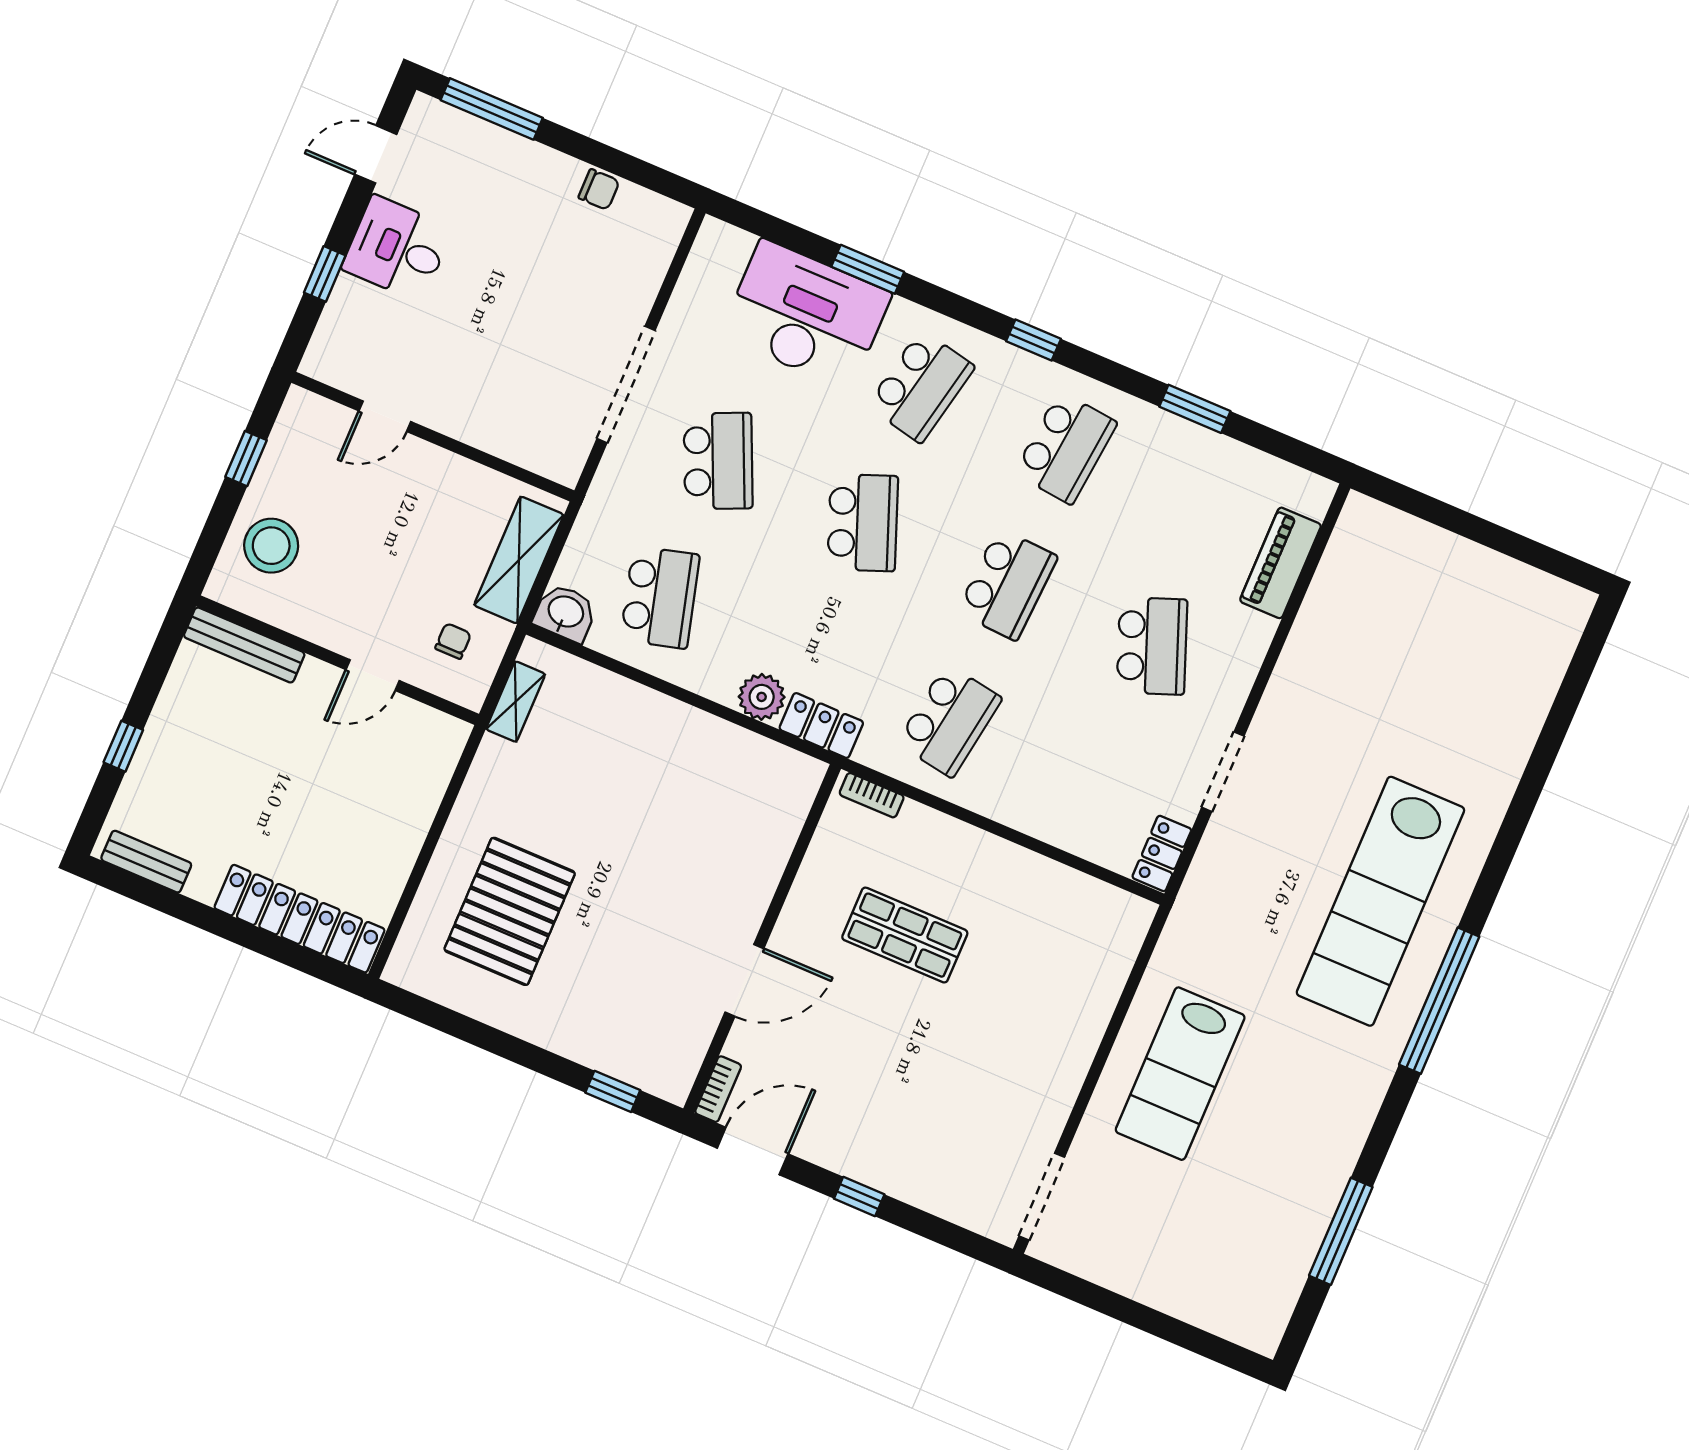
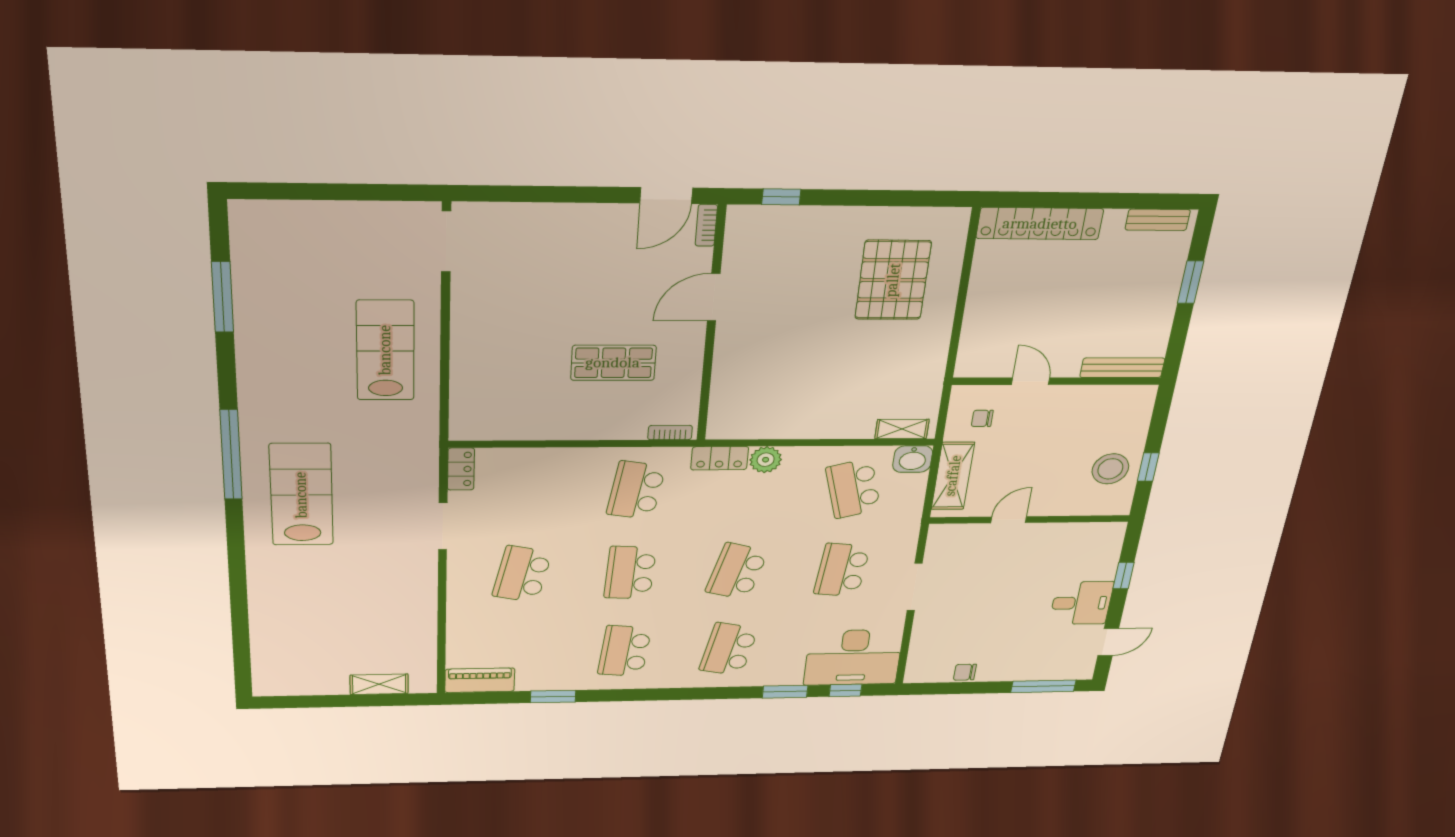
desk: (806, 315) -> (853, 657), moved
window: (1033, 340) -> (845, 690), moved
doorway: (626, 385) -> (915, 587), width x0.73
door: (385, 416) -> (1009, 520), moved
school desk: (718, 461) -> (842, 570), turned 30
school desk: (863, 523) -> (737, 571), turned 36
shelving: (1421, 539) -> (379, 684), added
stool: (271, 546) -> (1110, 469), moved
piano: (1280, 563) -> (480, 680), moved, turned -90
chair: (453, 641) -> (982, 418), turned 90
school desk: (1152, 646) -> (522, 574), turned 33
door: (373, 675) -> (1031, 381), hinge flipped
shelving: (516, 702) -> (902, 429), moved, turned 90
window: (123, 746) -> (1191, 282), width x1.50
lab bench: (1380, 901) -> (301, 495), width x0.73
window: (859, 1197) -> (577, 195), removed

